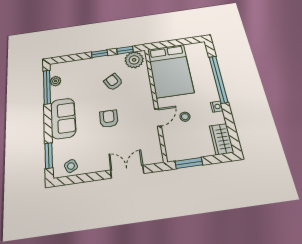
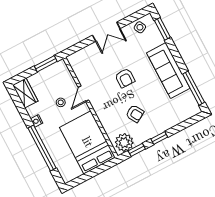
plant: (56, 81) -> (188, 97), removed
sofa: (63, 118) -> (168, 71), width x1.36
double door: (127, 172) -> (106, 32), moved

